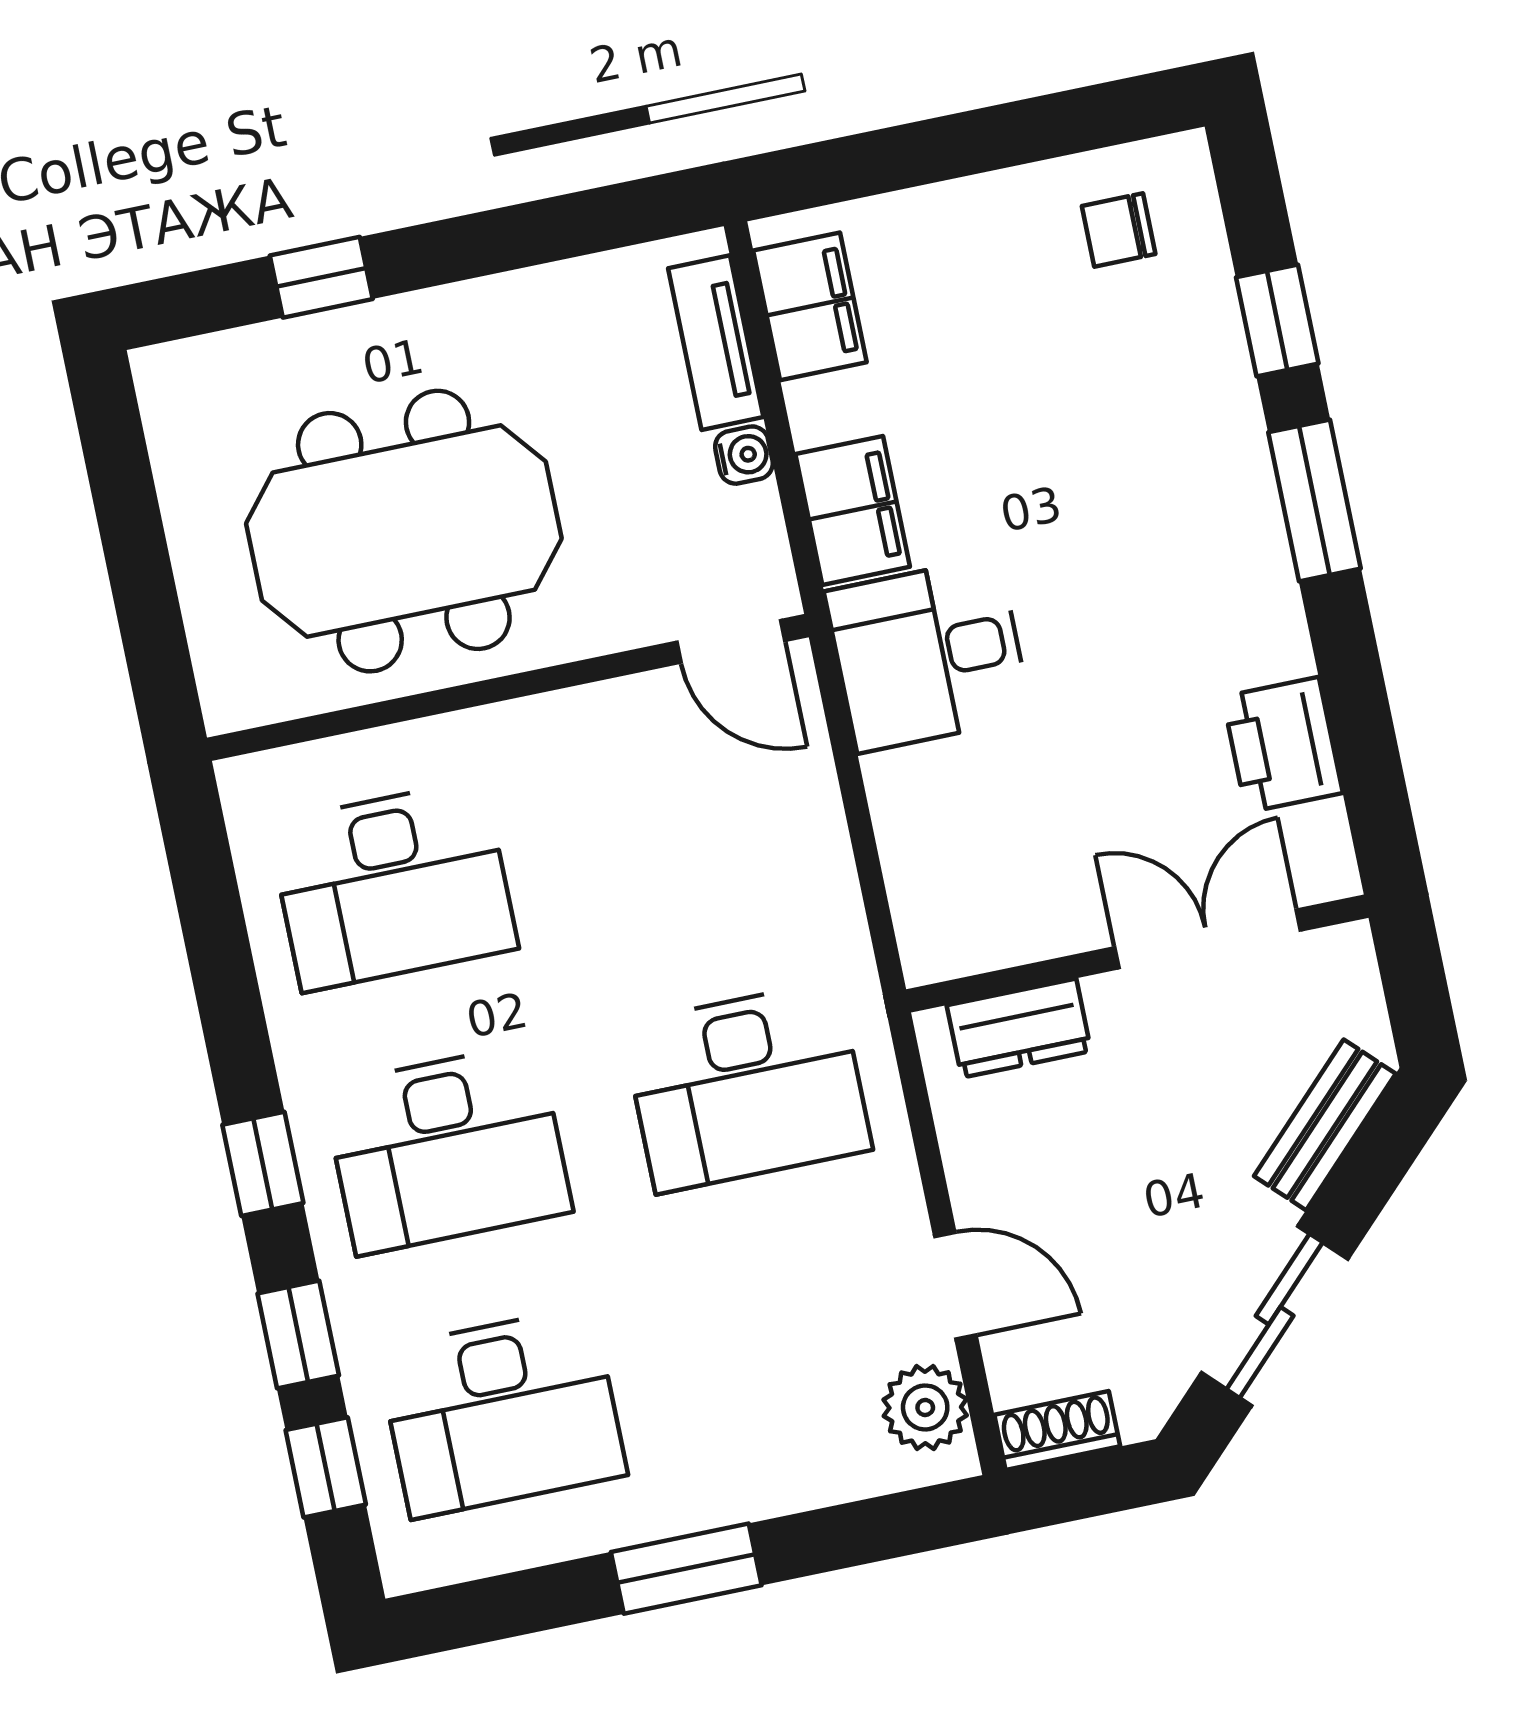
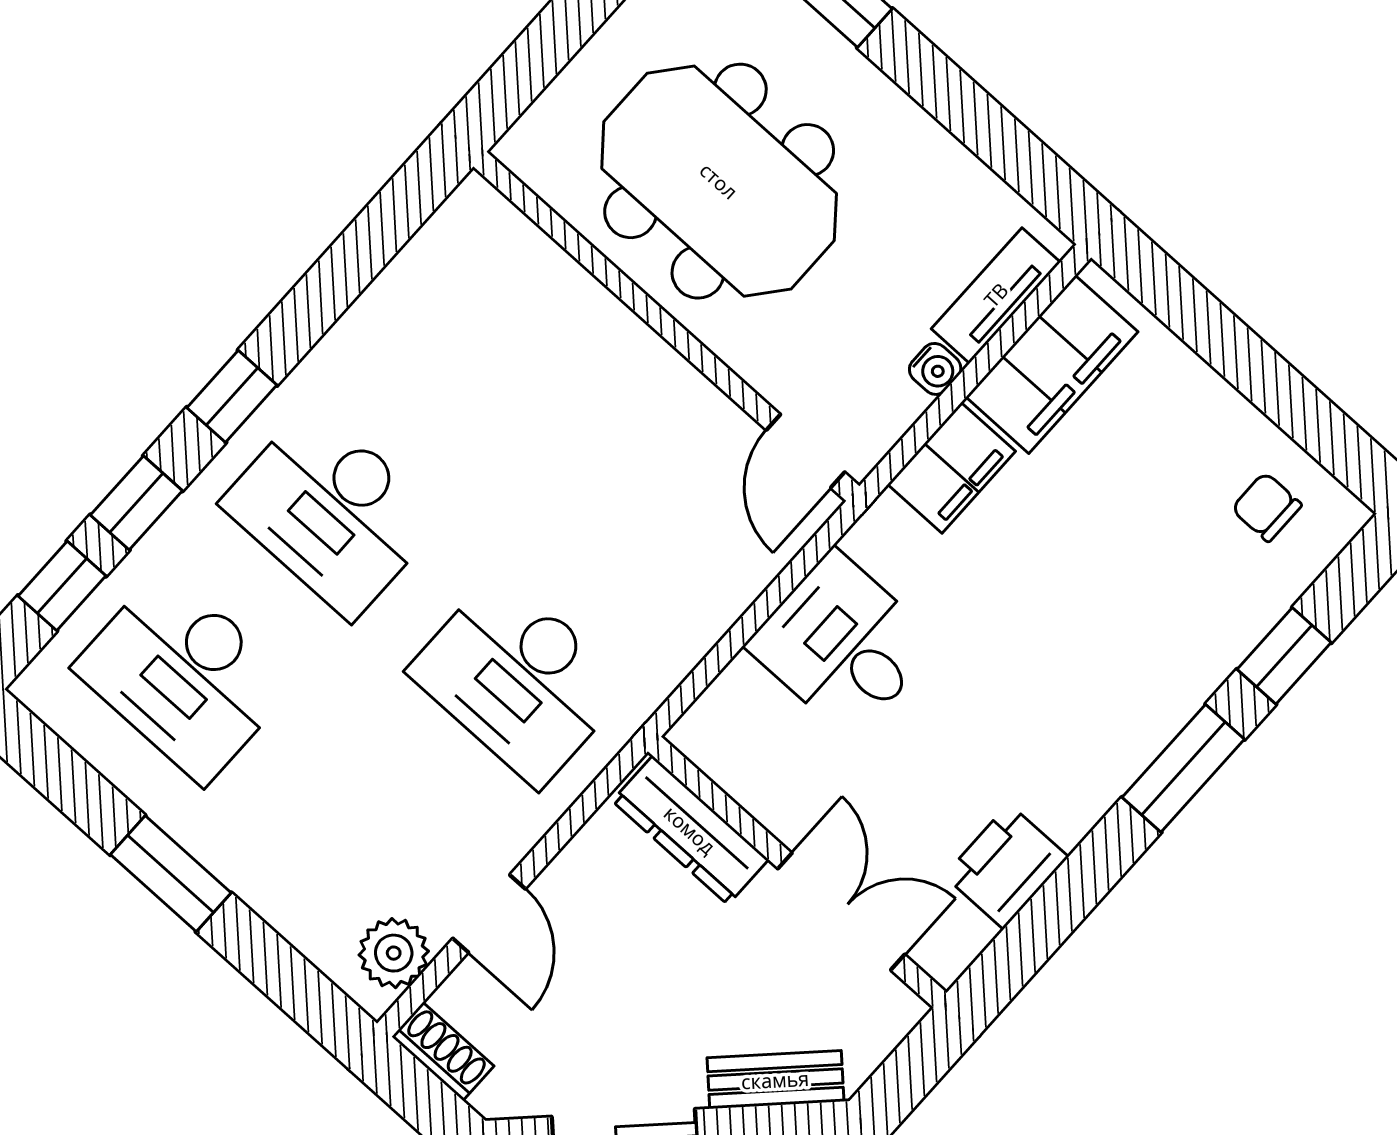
filing cabinet: (810, 306) -> (1052, 364), width x1.50, depth x1.17
desk: (928, 655) -> (843, 644), moved
desk: (393, 886) -> (479, 347), removed
dresser: (1019, 1028) -> (690, 830), width x1.44

